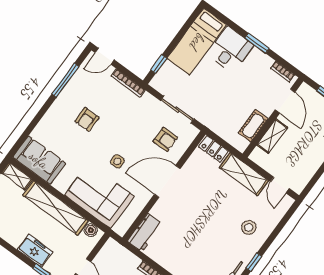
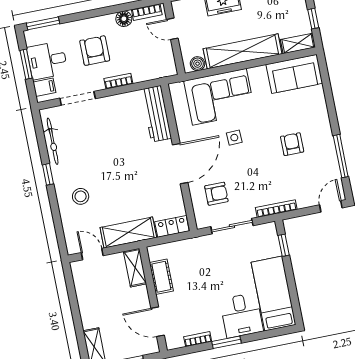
bookcase: (282, 72) -> (198, 339), moved
bookcase: (128, 83) -> (276, 209), moved
shelving: (272, 136) -> (135, 268), moved
armchair: (165, 139) -> (216, 194), turned 180
workbench: (145, 233) -> (156, 114), width x1.38

